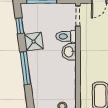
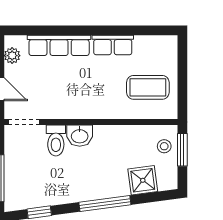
shower: (34, 42) -> (143, 180), moved

